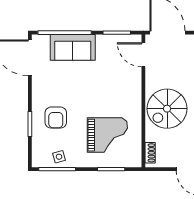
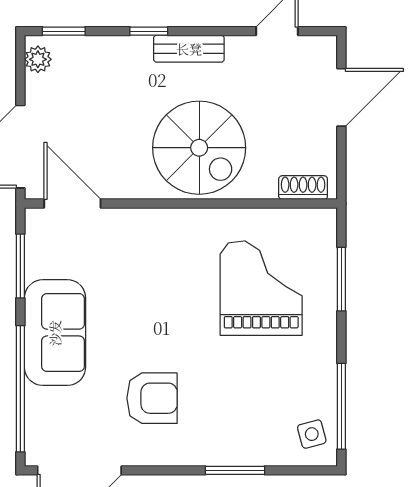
sofa: (73, 47) -> (55, 333), moved
door: (143, 55) -> (72, 203), swing flipped
armchair: (56, 118) -> (152, 398), moved
side table: (59, 157) -> (312, 434), moved

